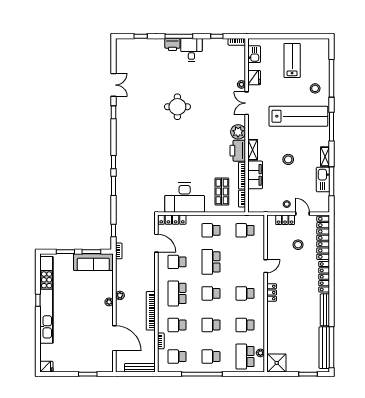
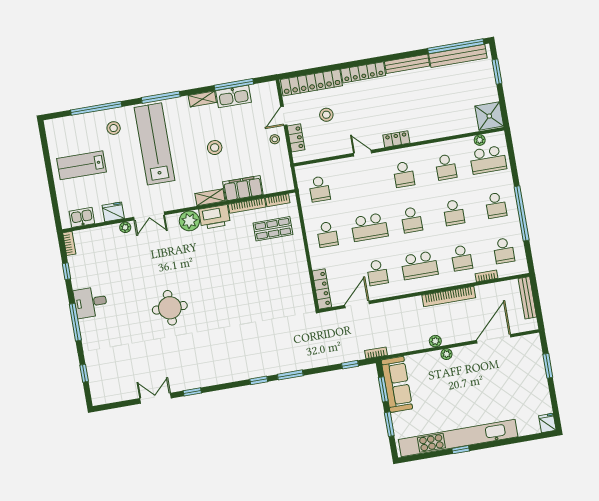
printer: (172, 45) -> (88, 329), removed
desk: (185, 198) -> (290, 277), removed

